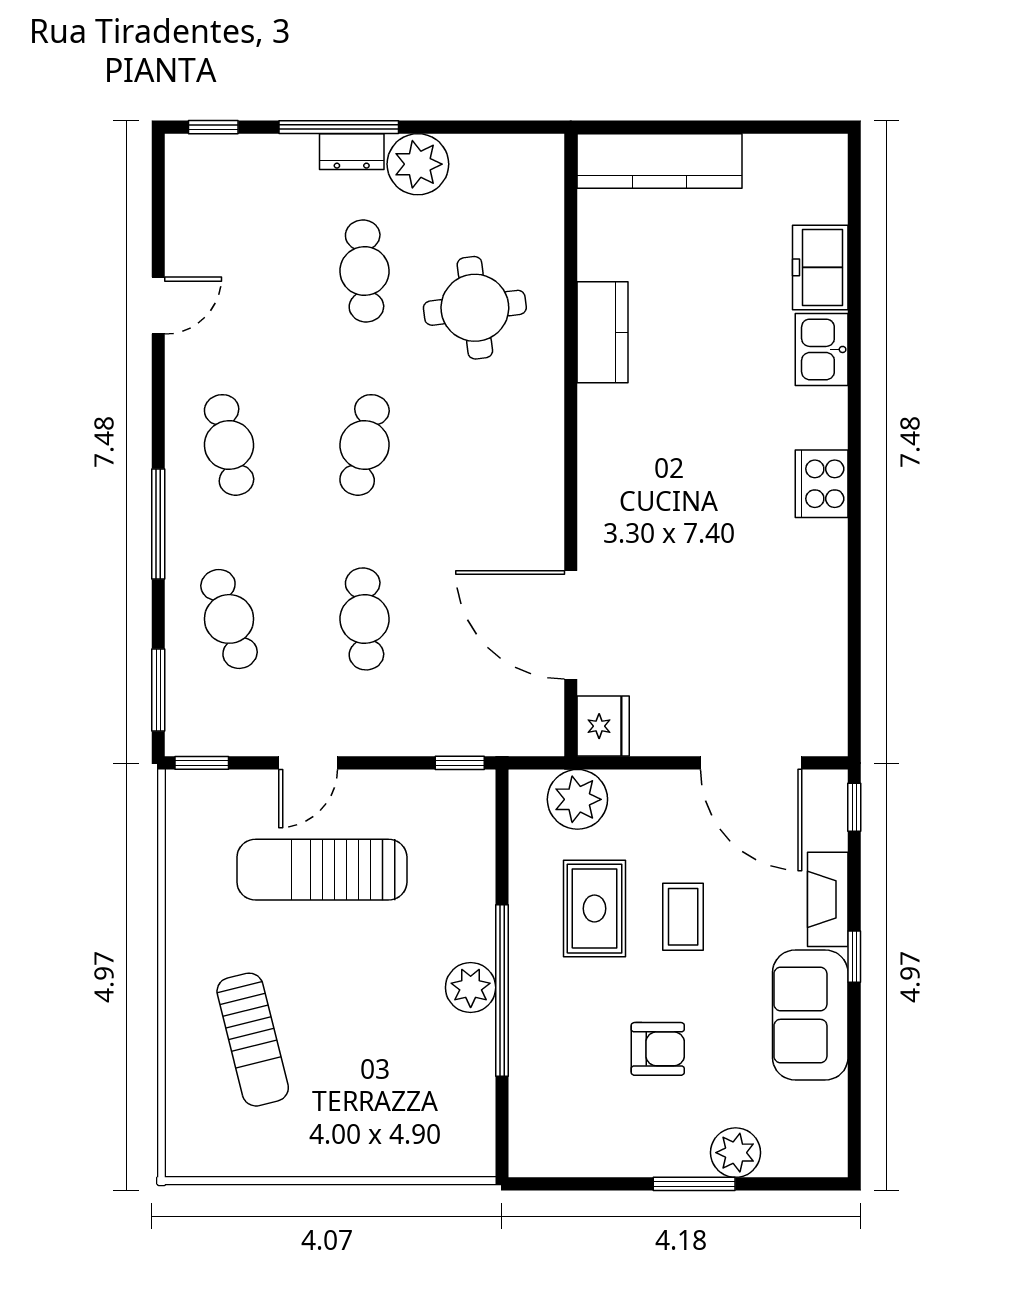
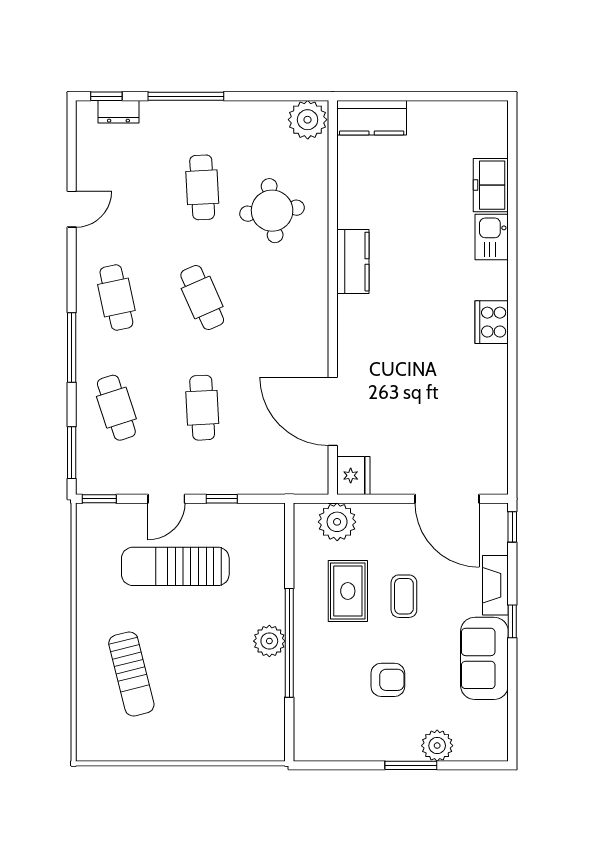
dresser: (352, 152) -> (118, 112), moved
kitchen counter: (660, 161) -> (372, 118), width x0.67
plant: (418, 164) -> (308, 120), moved
kitchen counter: (602, 332) -> (353, 262), moved
cafe table: (365, 445) -> (202, 298), turned -36
window: (460, 763) -> (222, 499), moved

